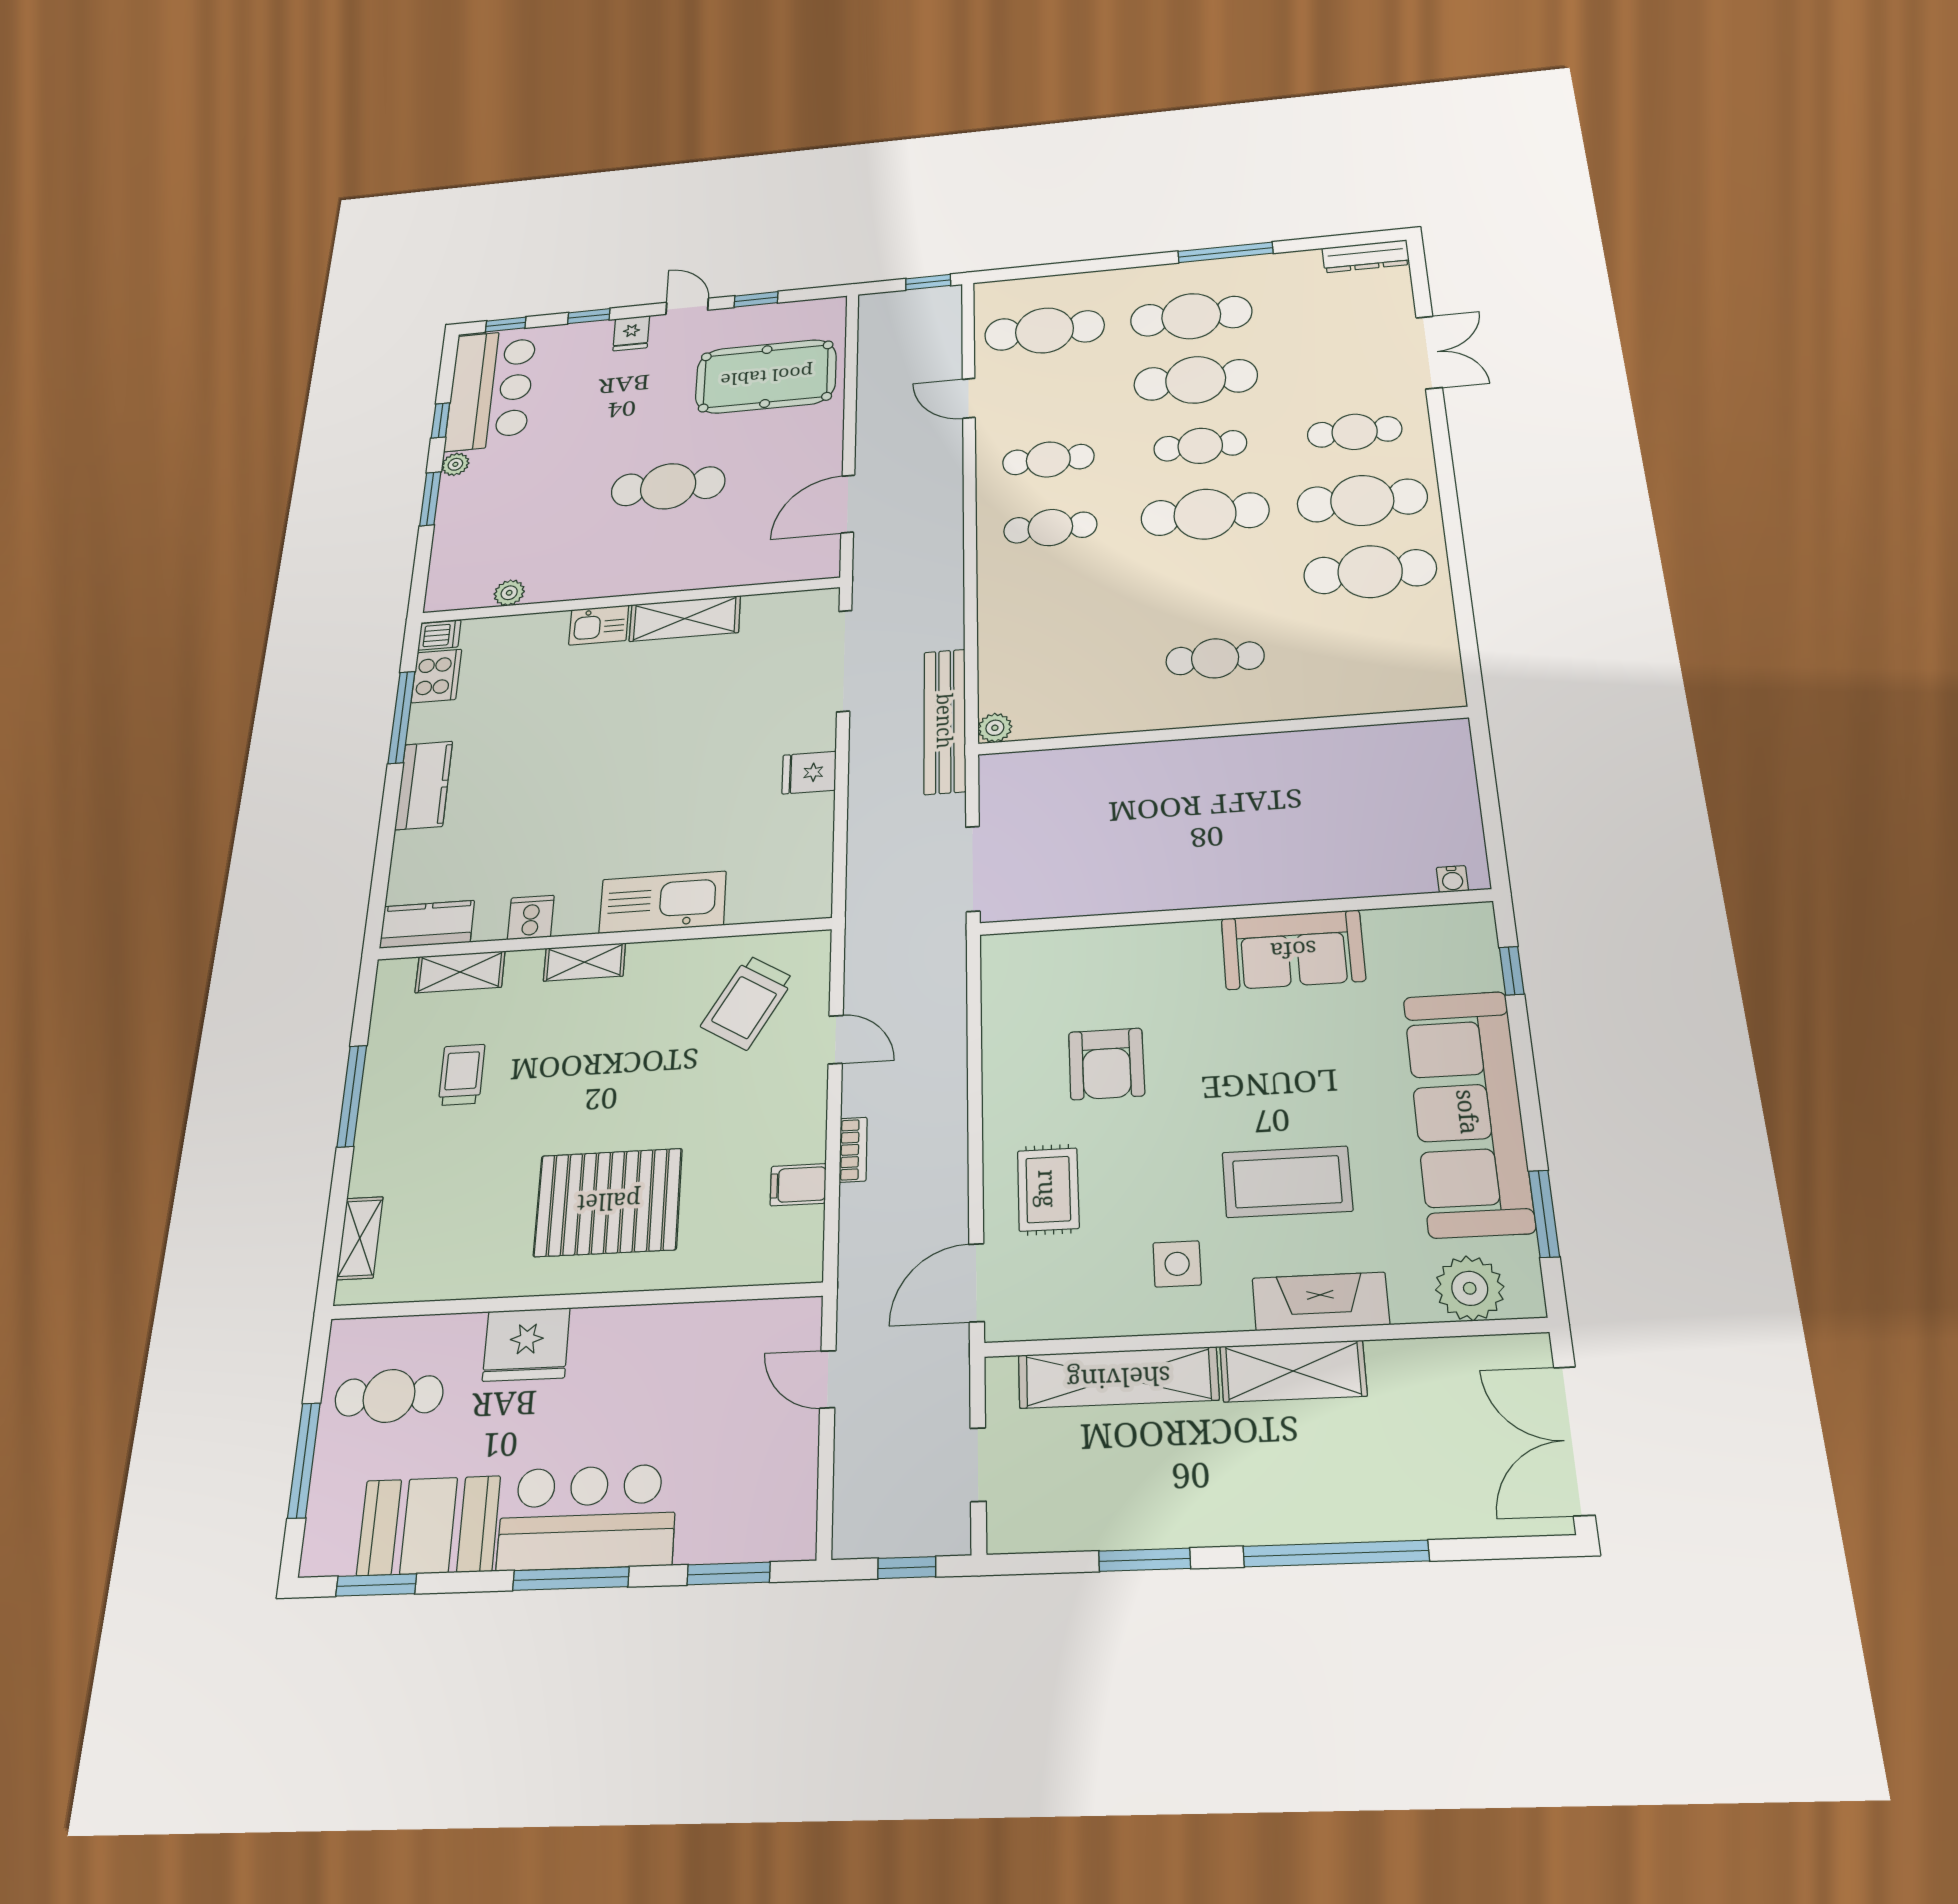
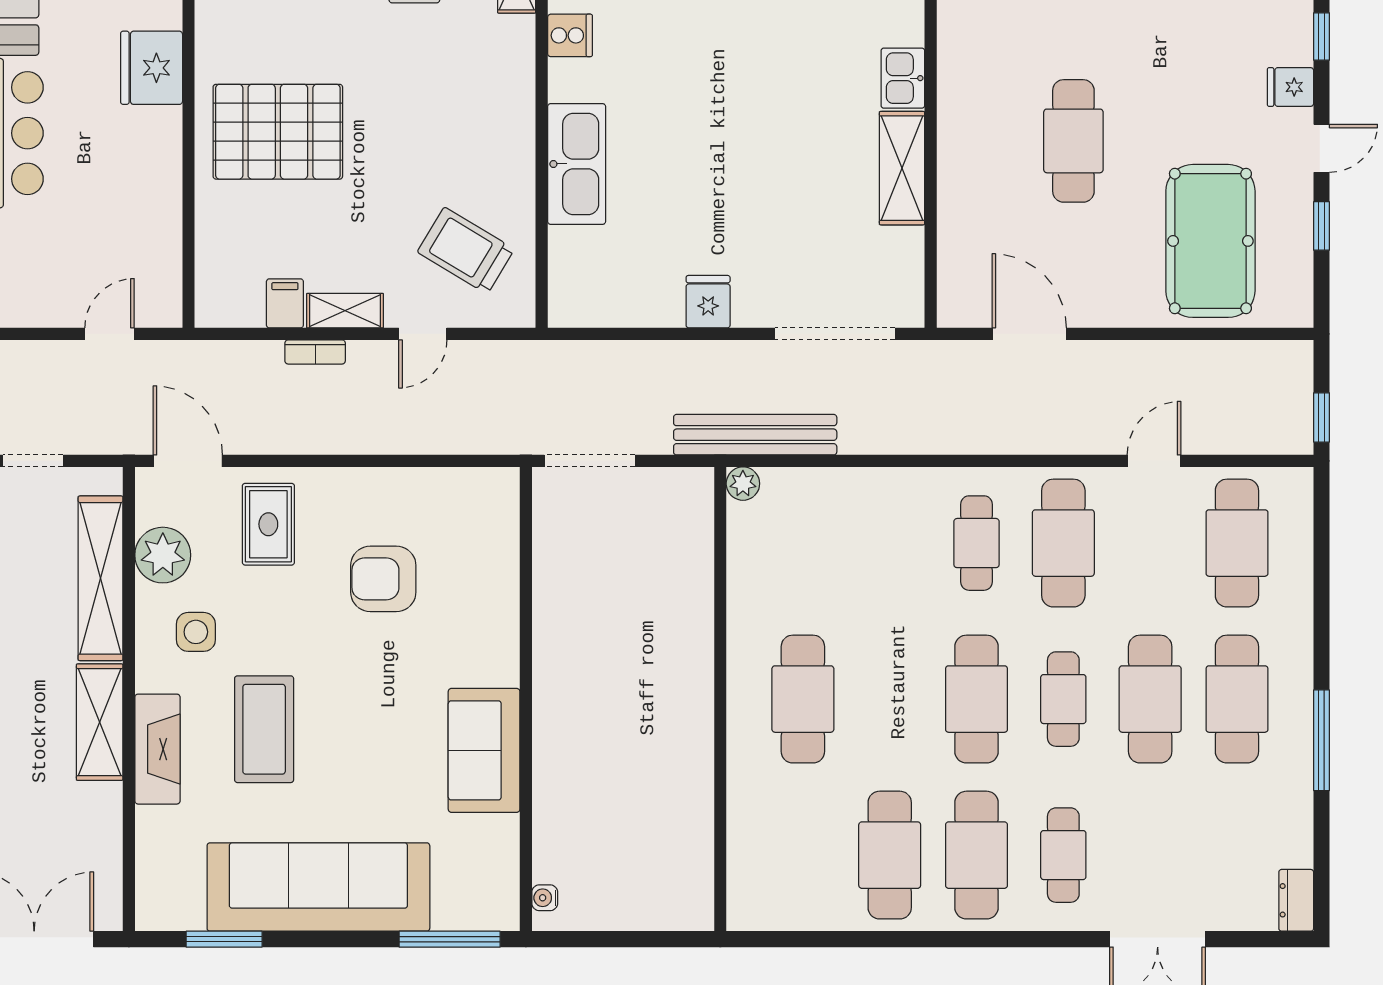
dresser: (1366, 256) -> (1296, 900), width x0.70
cafe table: (1048, 459) -> (1063, 543), width x1.37, depth x1.35
cafe table: (1215, 658) -> (803, 699), width x1.37, depth x1.35
shelving: (584, 962) -> (345, 311), moved, turned 90
window: (1512, 971) -> (450, 939), width x2.17
rug: (1048, 1189) -> (268, 524), turned 90
pallet: (608, 1202) -> (278, 132), turned 90
plant: (1470, 1288) -> (163, 555), moved

